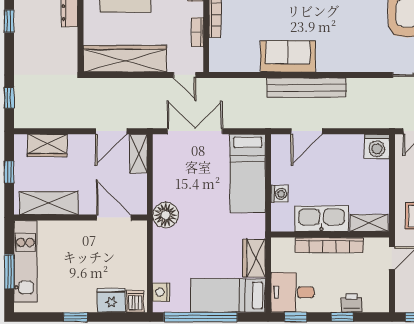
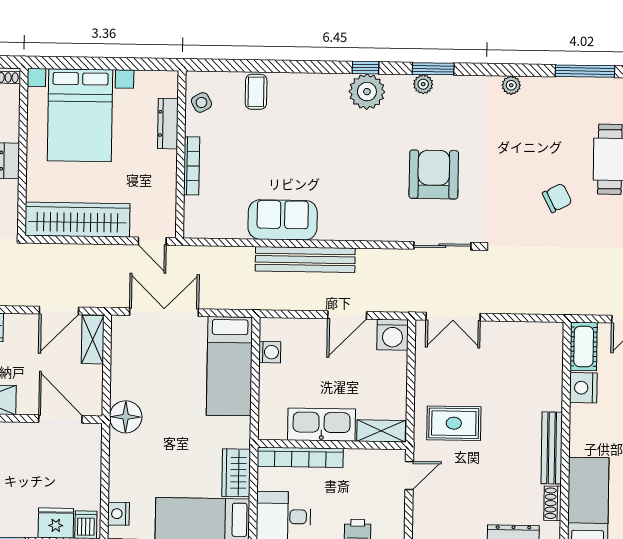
bookcase: (197, 32) -> (169, 188), removed
door: (307, 131) -> (347, 315), moved
washing machine: (279, 194) -> (270, 352), moved
bookcase: (329, 245) -> (300, 457), moved

